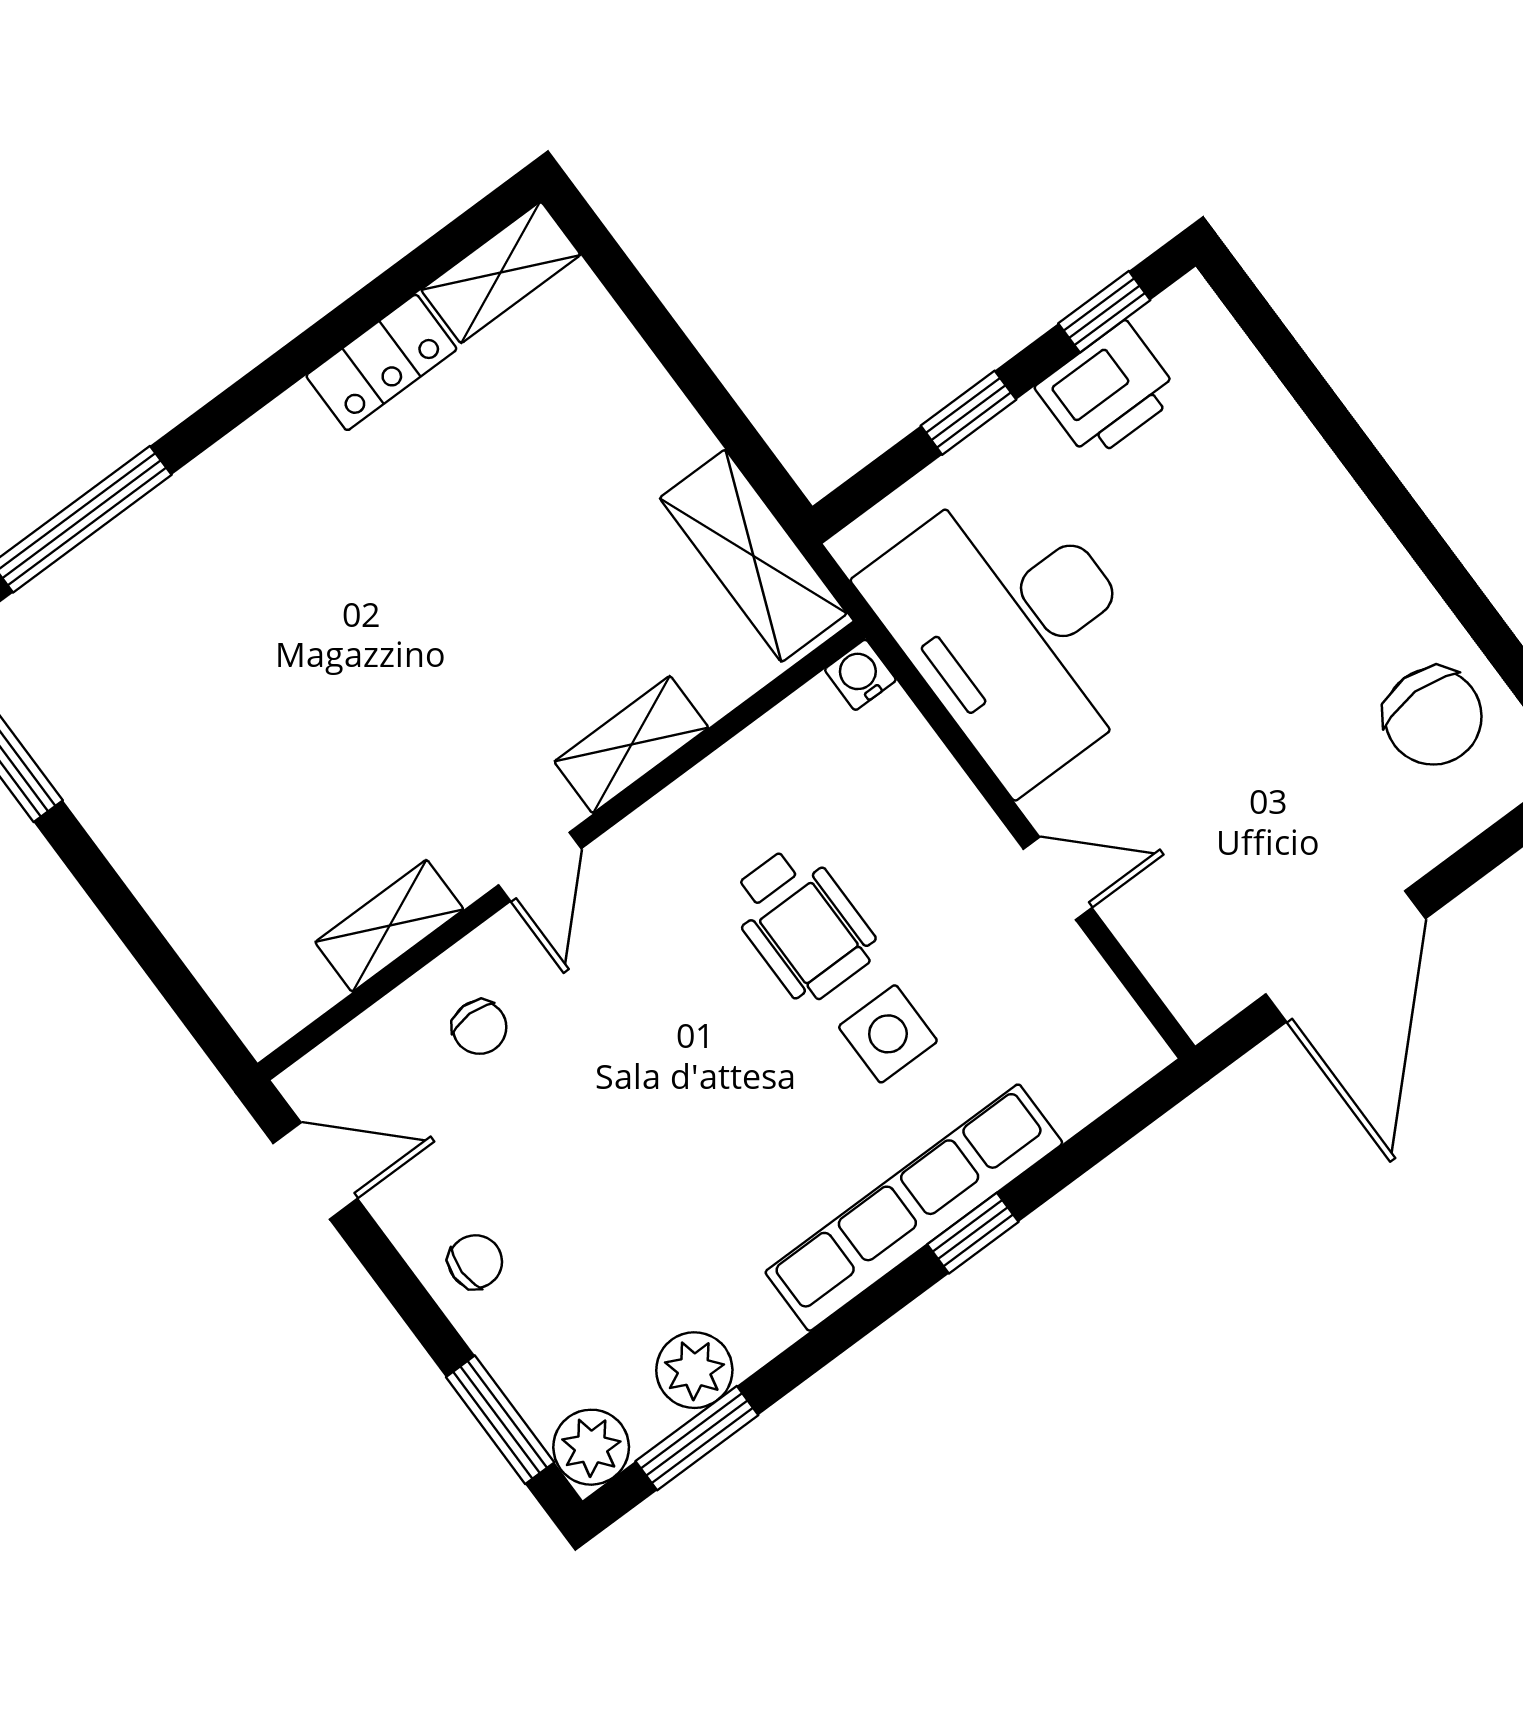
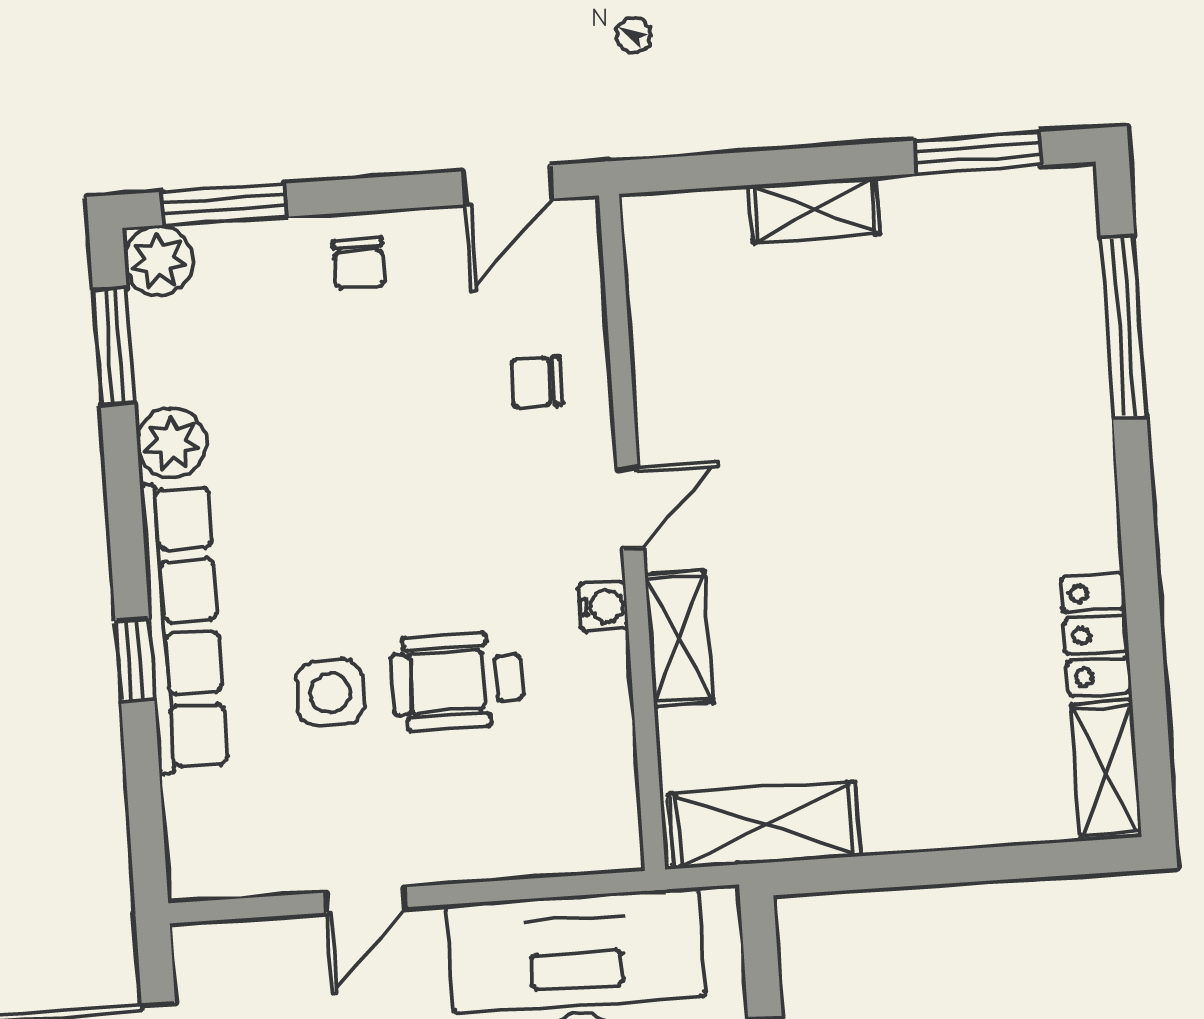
water cooler: (860, 675) -> (603, 606), moved
door: (540, 867) -> (630, 508), swing flipped
shelving: (389, 926) -> (814, 209), moved, turned 90
plant: (694, 1370) -> (172, 443), moved

